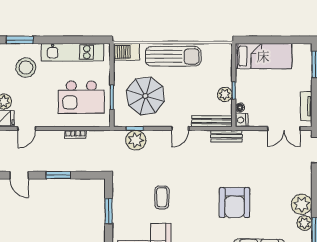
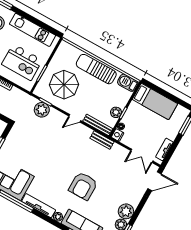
barbecue: (126, 52) -> (128, 83), moved
sun lounger: (173, 56) -> (96, 69), turned 180
coffee table: (162, 197) -> (38, 156), removed

